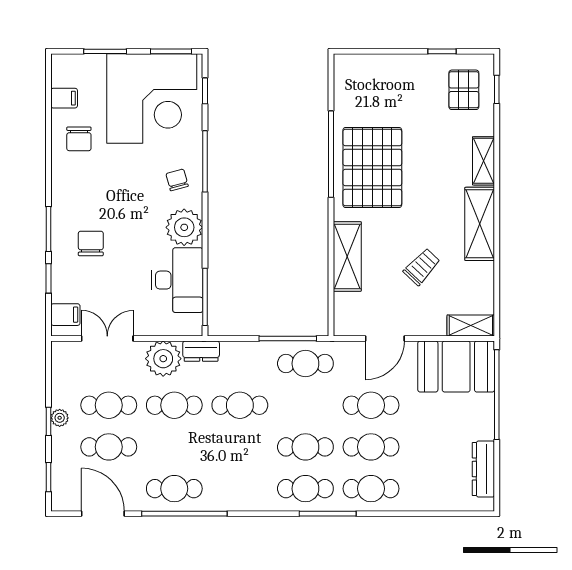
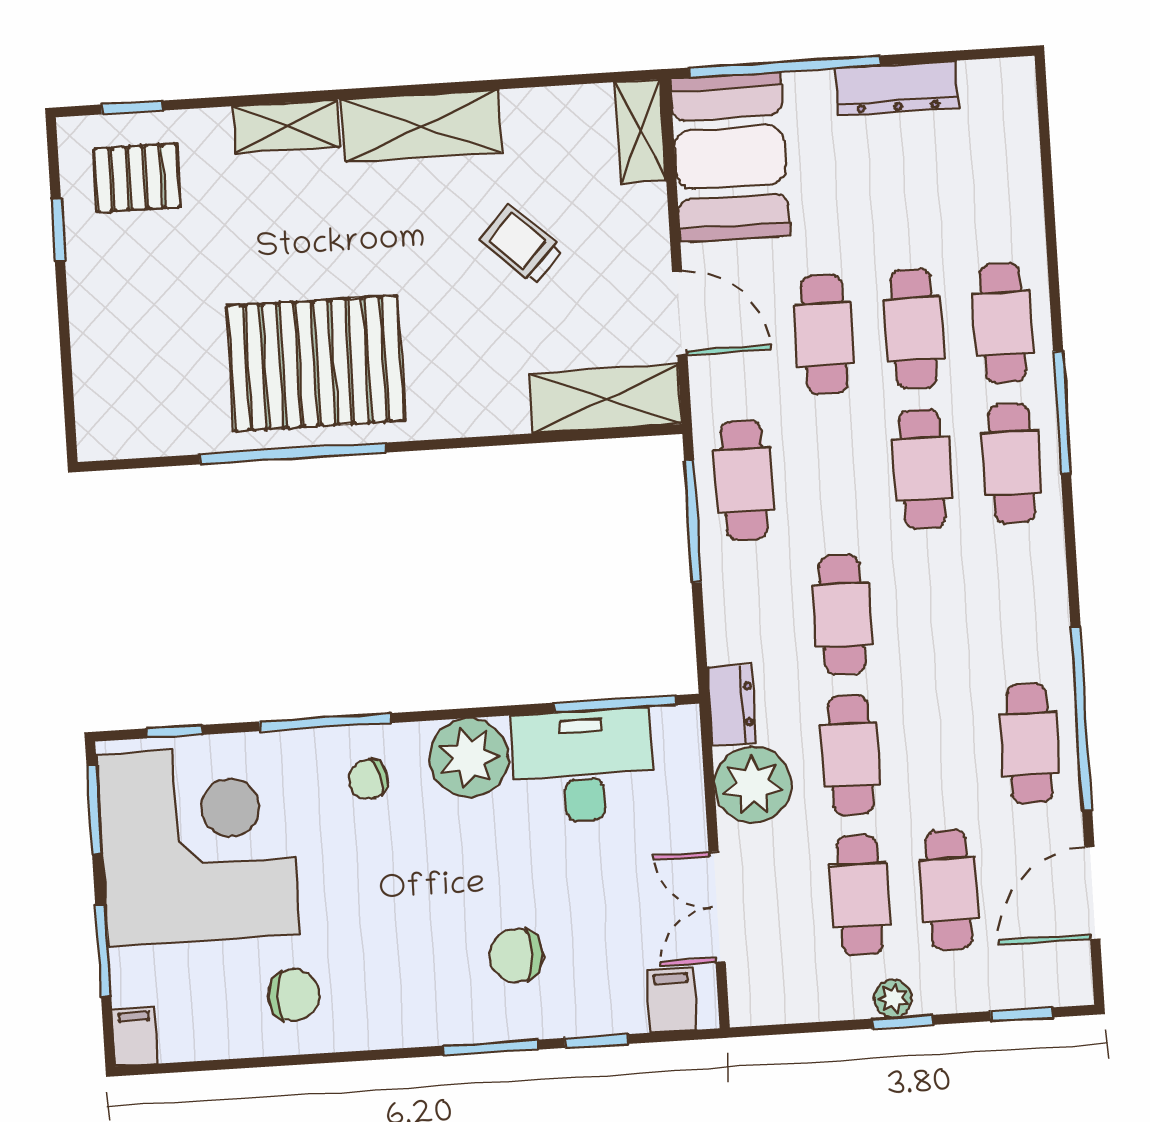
filing cabinet: (64, 98) -> (135, 1037), moved
shelving: (347, 256) -> (605, 399), moved
dresser: (483, 469) -> (897, 88), moved

